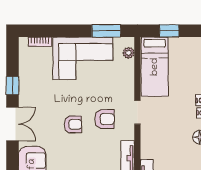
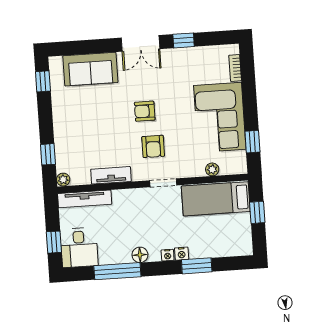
window: (106, 31) -> (252, 142), width x0.67
plant: (128, 53) -> (212, 169), moved
armchair: (73, 124) -> (145, 111), turned 90

